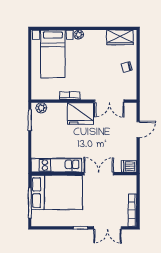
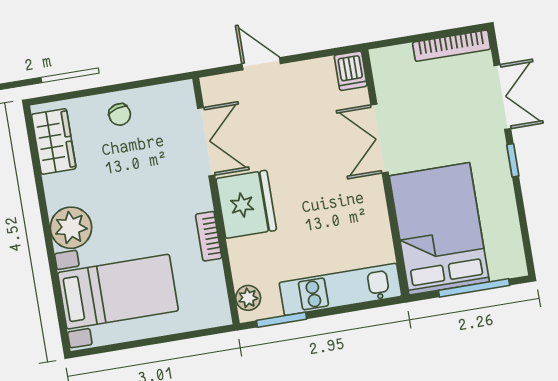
plant: (79, 35) -> (71, 228), width x1.88, depth x1.88
kitchen unit: (56, 165) -> (340, 289), moved, turned 90

